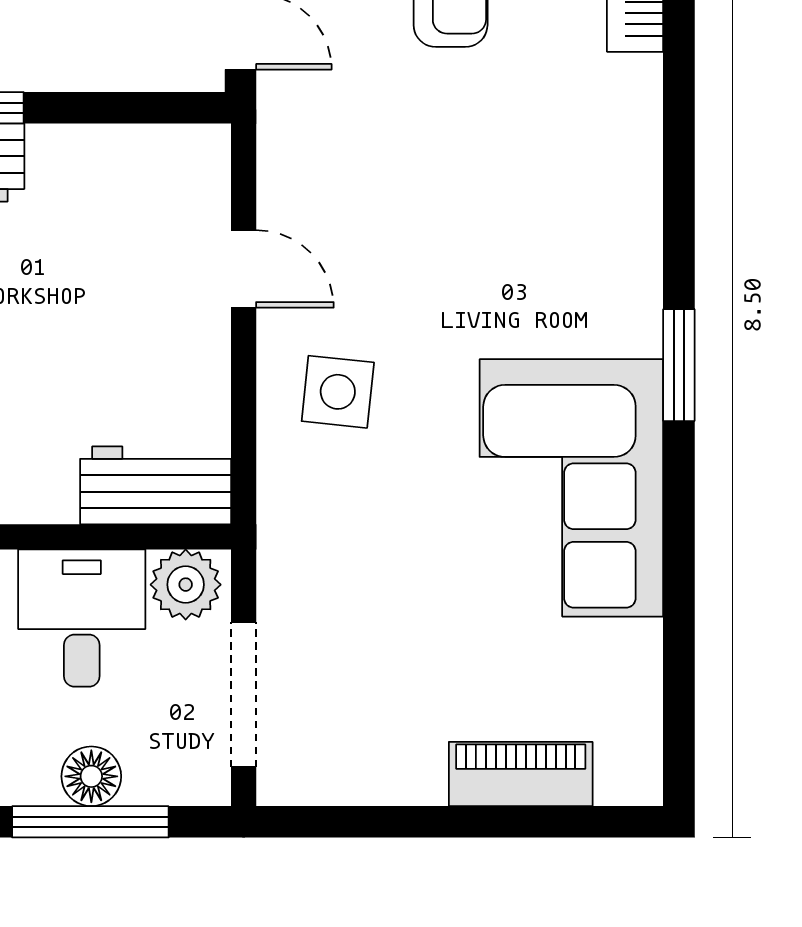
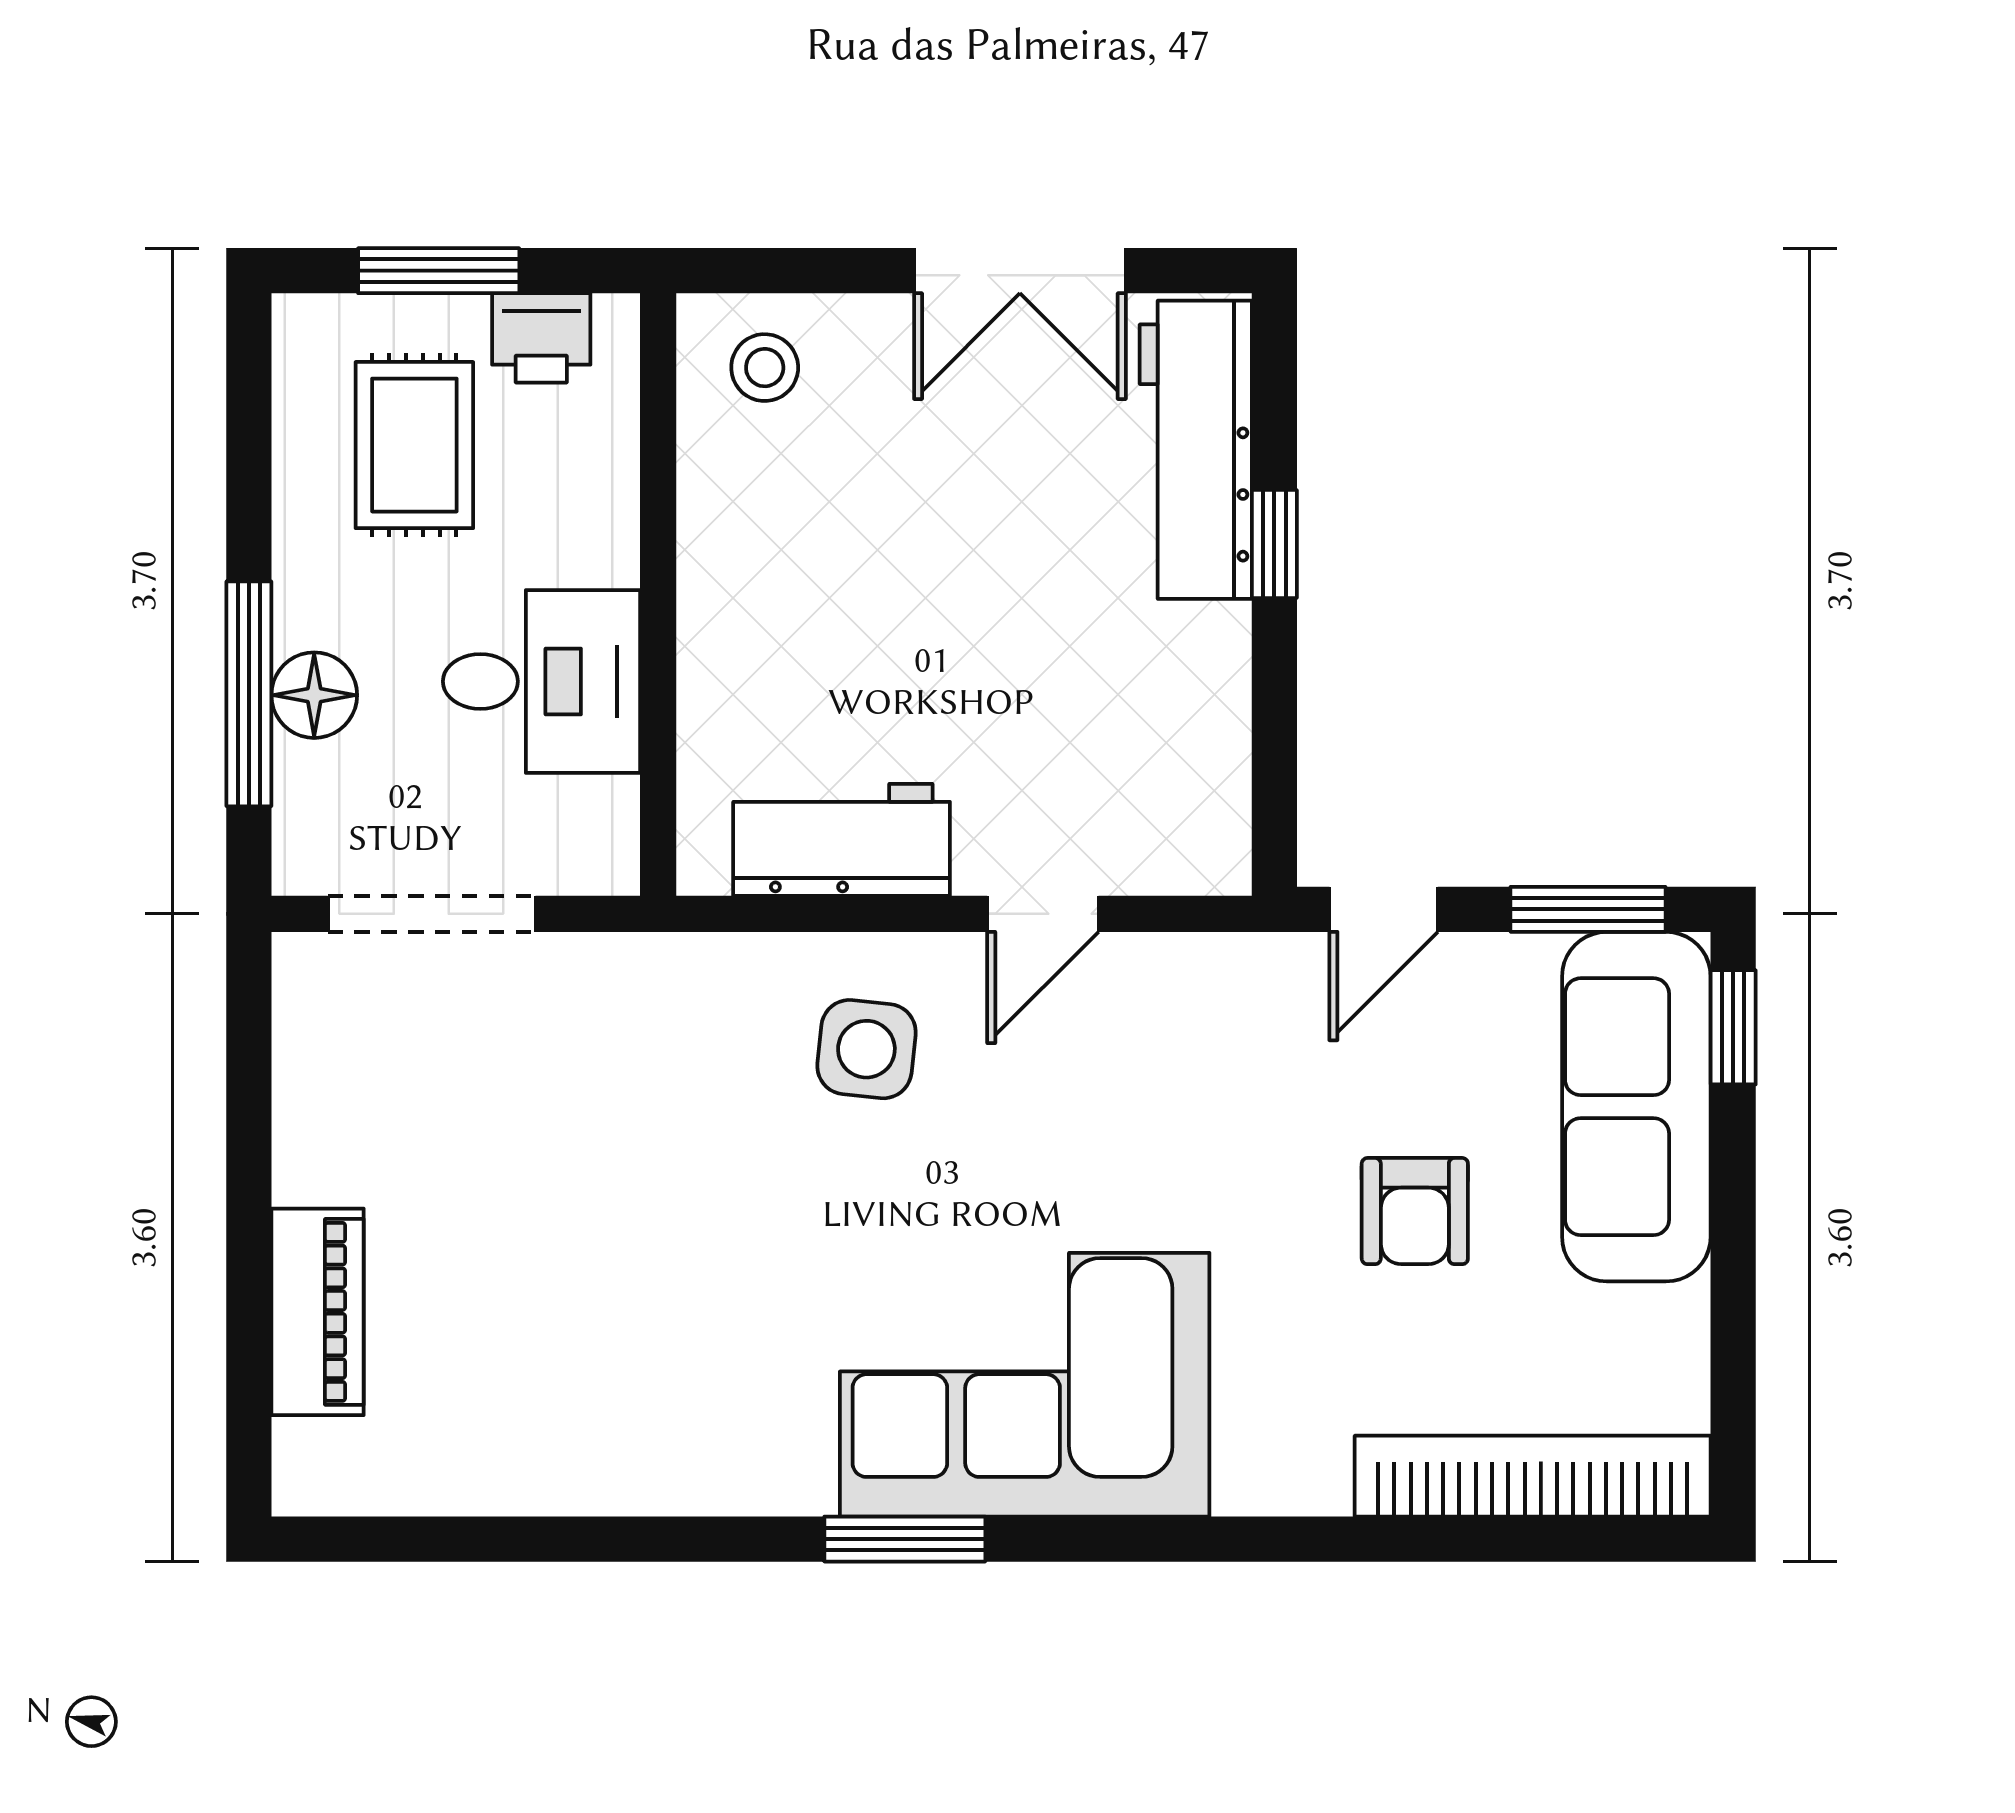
workbench: (156, 485) -> (842, 840), moved, turned -90
corner sofa: (571, 488) -> (1025, 1385), moved
plant: (186, 585) -> (590, 831), removed

